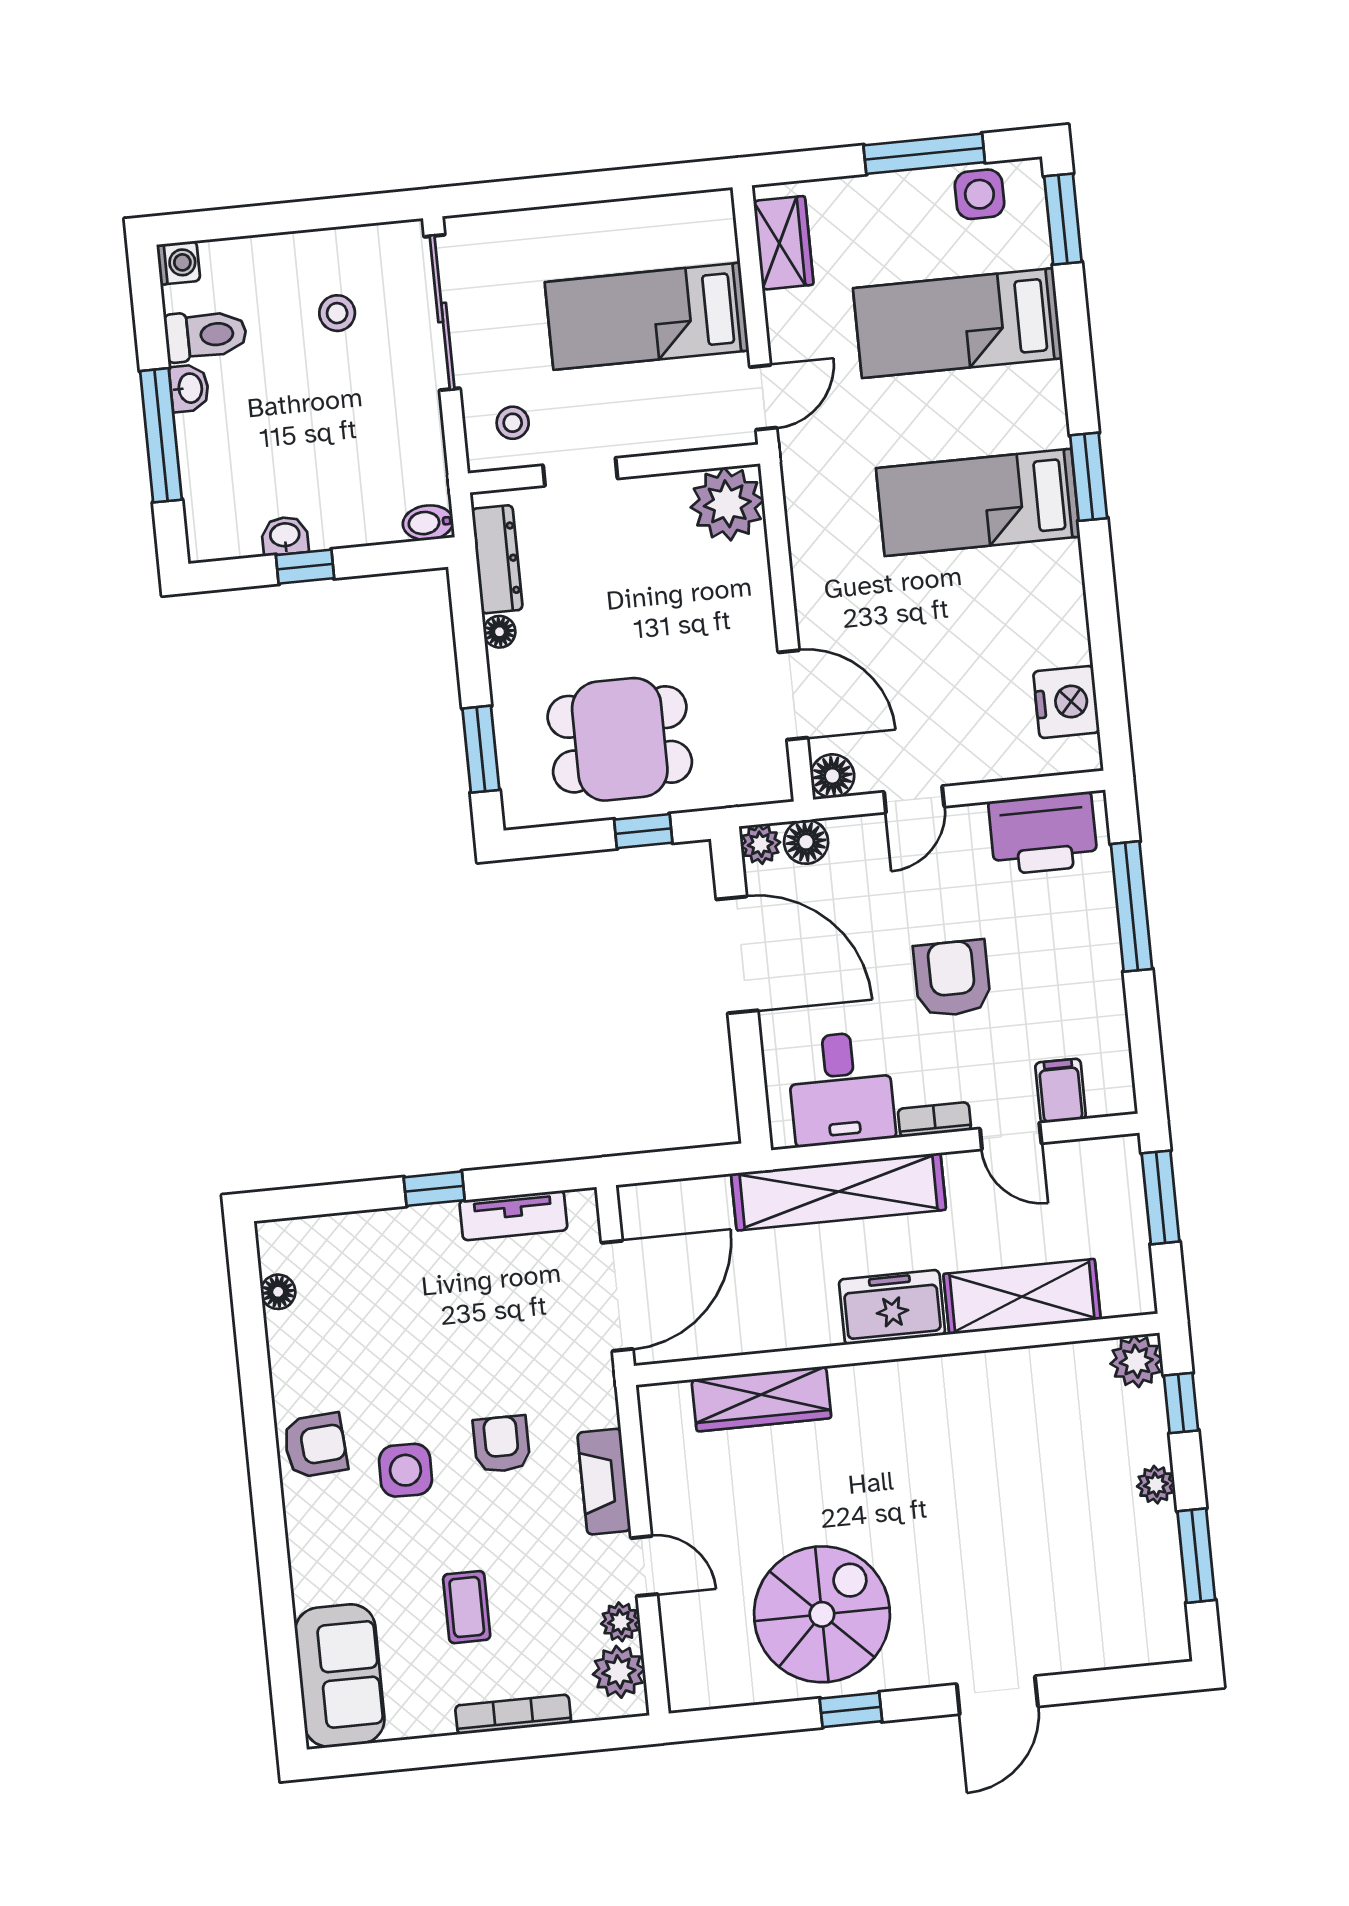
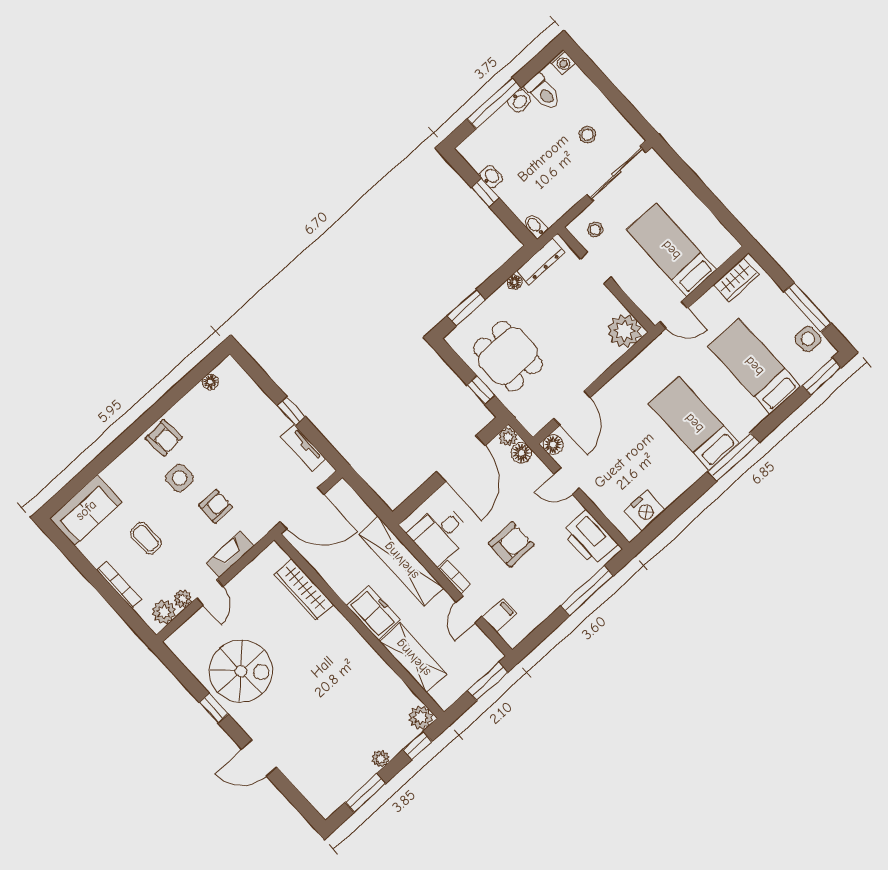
window: (1089, 477) -> (734, 457), width x1.44
coffee table: (467, 1607) -> (146, 538), turned 90

